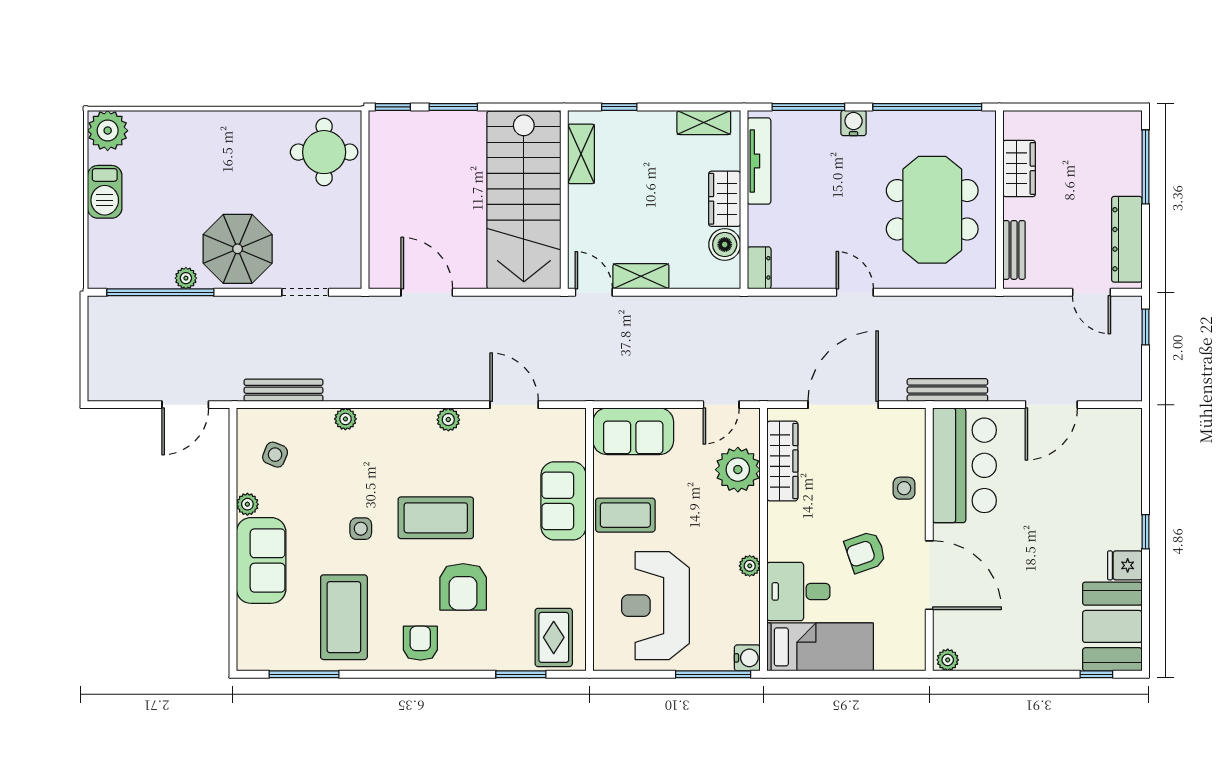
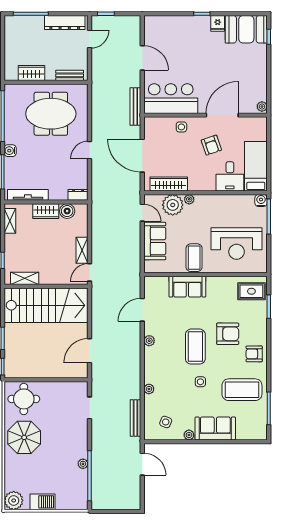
parasol: (238, 249) -> (24, 437), moved
sofa: (633, 431) -> (155, 241), moved
plant: (750, 566) -> (189, 199), moved

